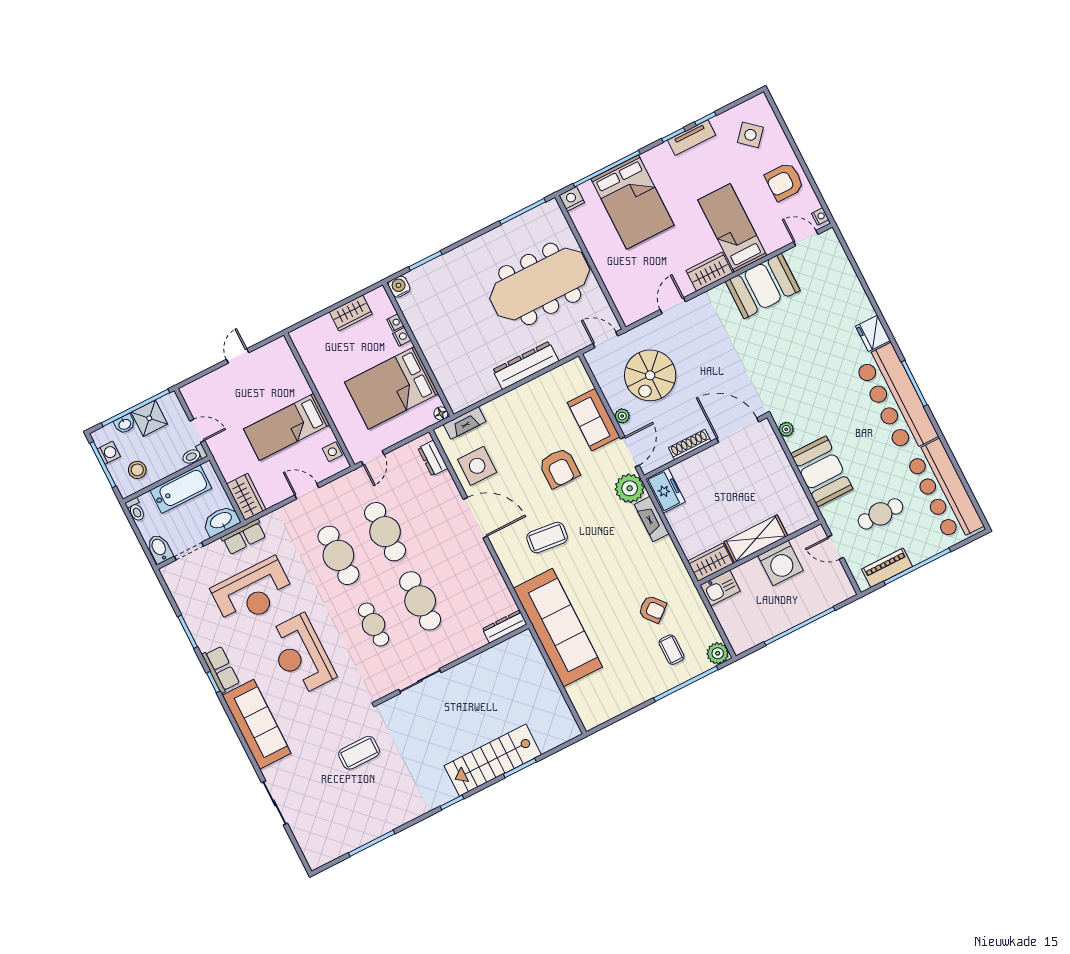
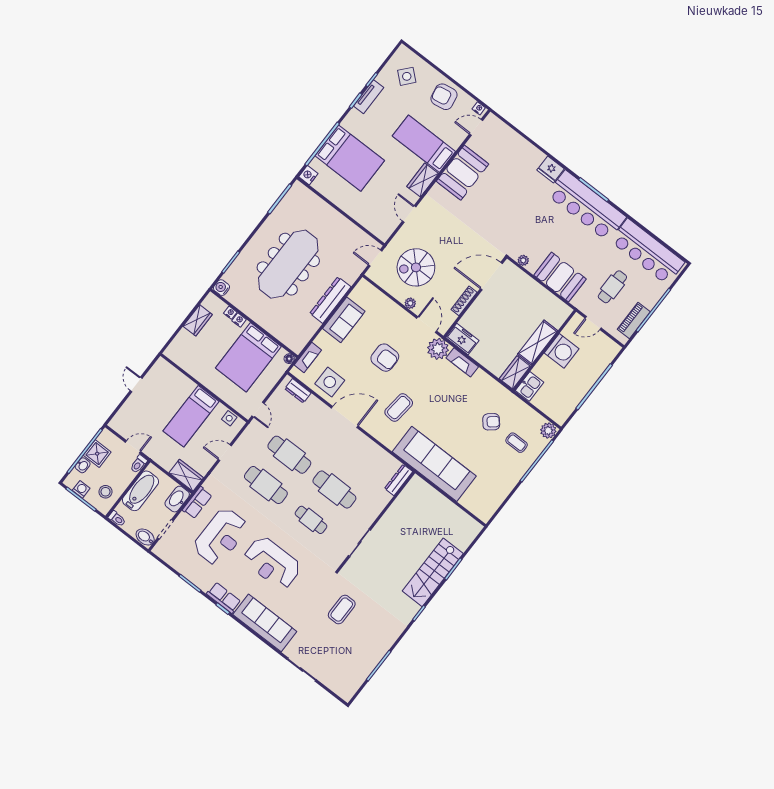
armchair: (784, 182) -> (444, 97), turned 80
meeting table: (540, 284) -> (288, 264), moved
spiral stairs: (650, 375) -> (416, 267), turned 90
sofa: (594, 420) -> (344, 320), moved, turned -90

